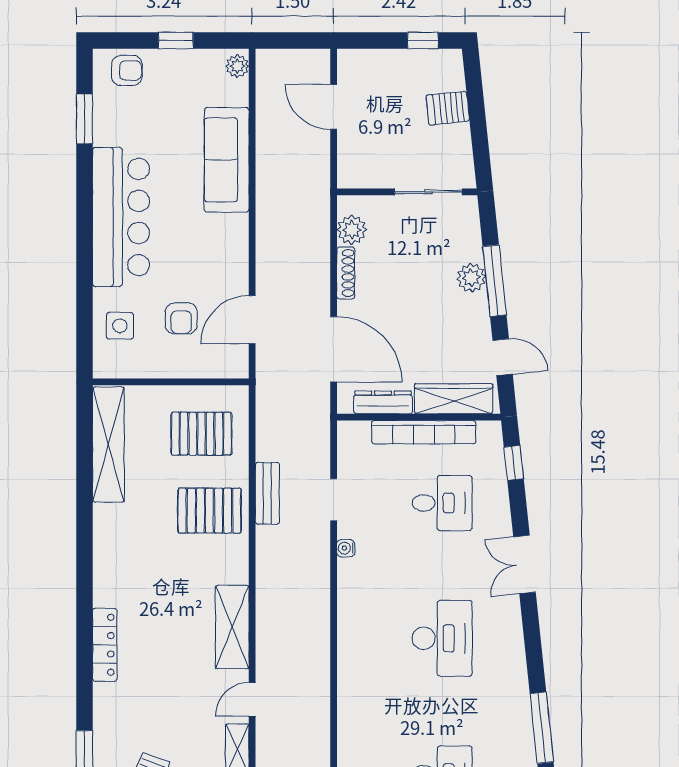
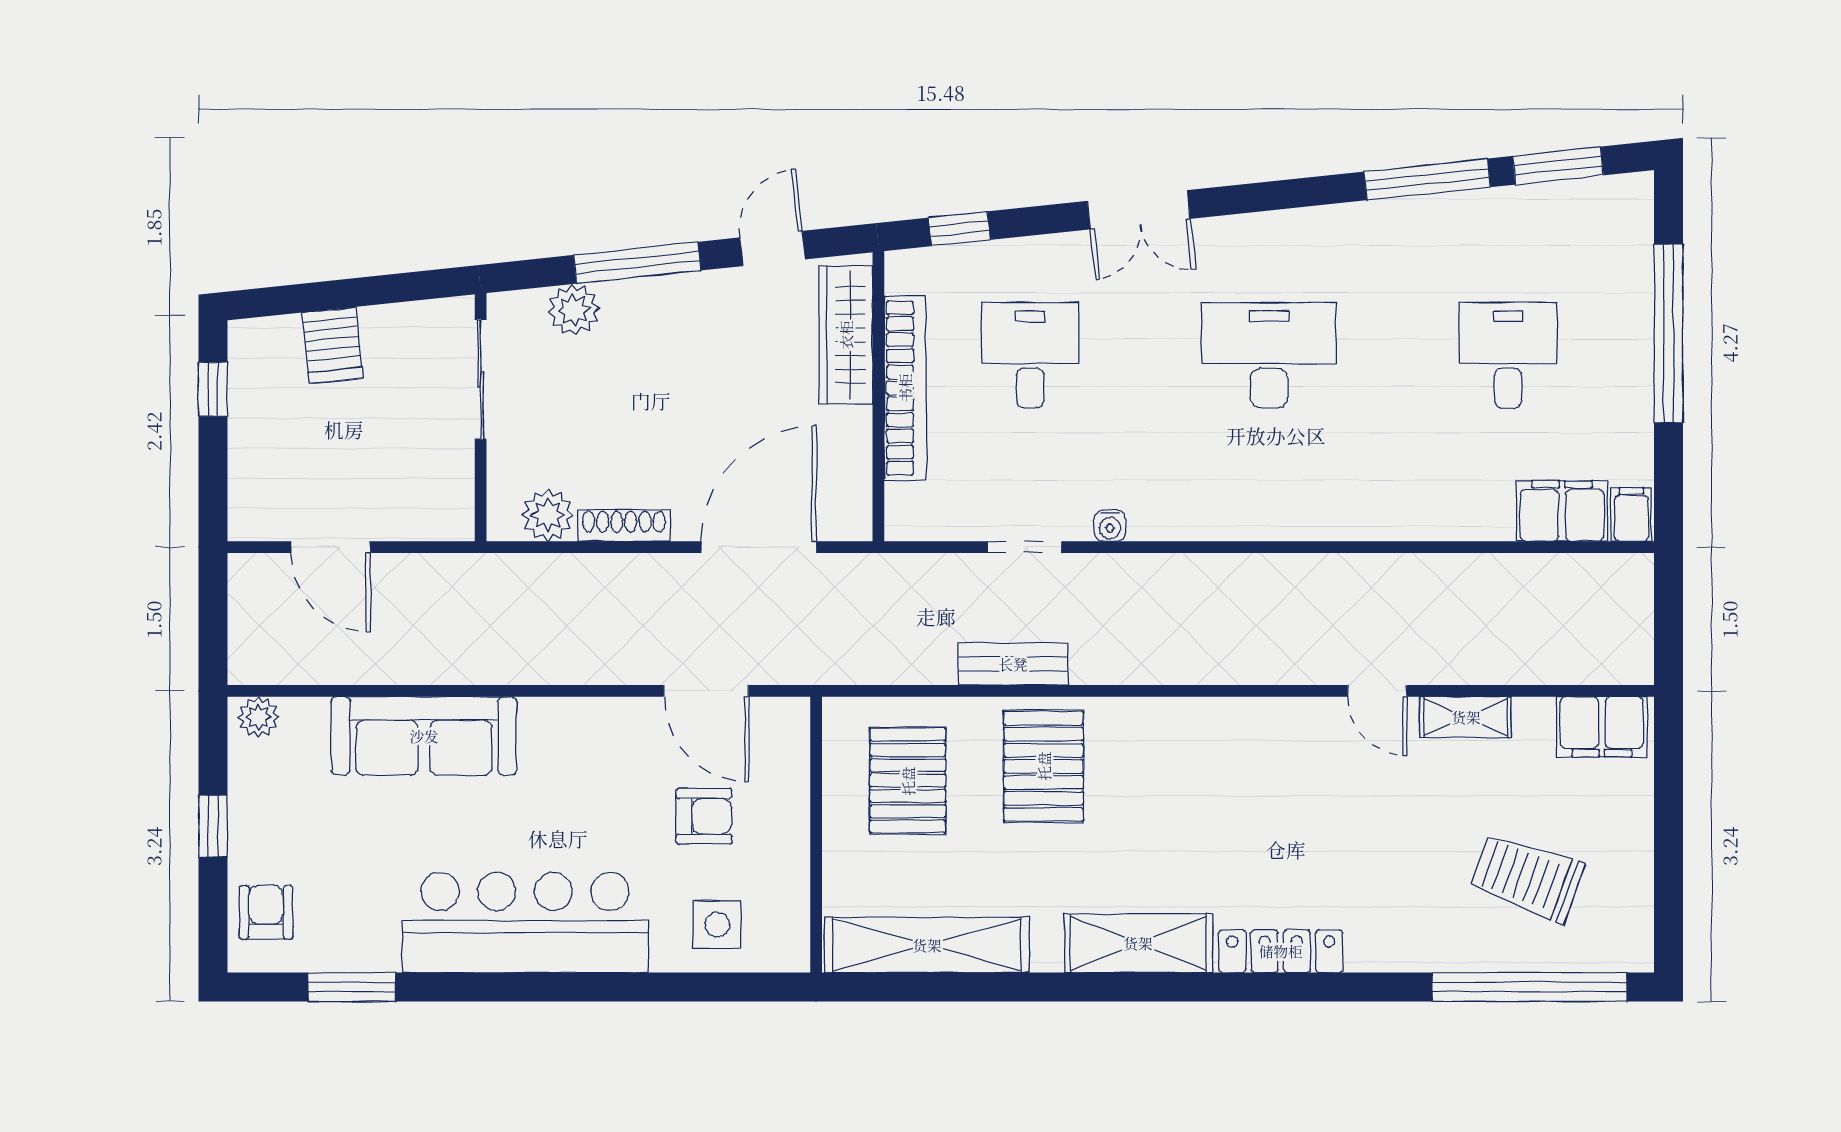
door: (334, 107) -> (331, 547), hinge flipped
plant: (471, 278) -> (574, 310), moved
dresser: (383, 402) -> (852, 460), removed
shelving: (232, 627) -> (1138, 943), moved

